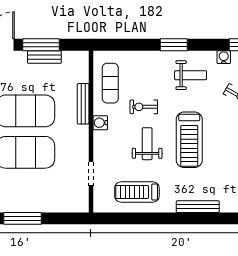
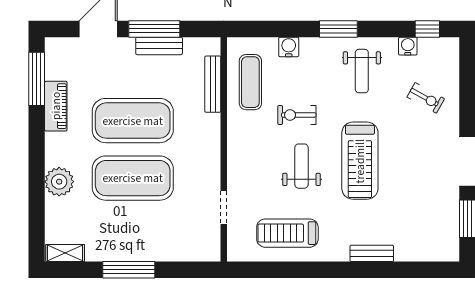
weight bench: (191, 75) -> (362, 71), turned 90
bench: (83, 104) -> (213, 84), moved
water cooler: (100, 123) -> (289, 47), moved, turned 90
bench: (198, 207) -> (372, 253), width x0.73

